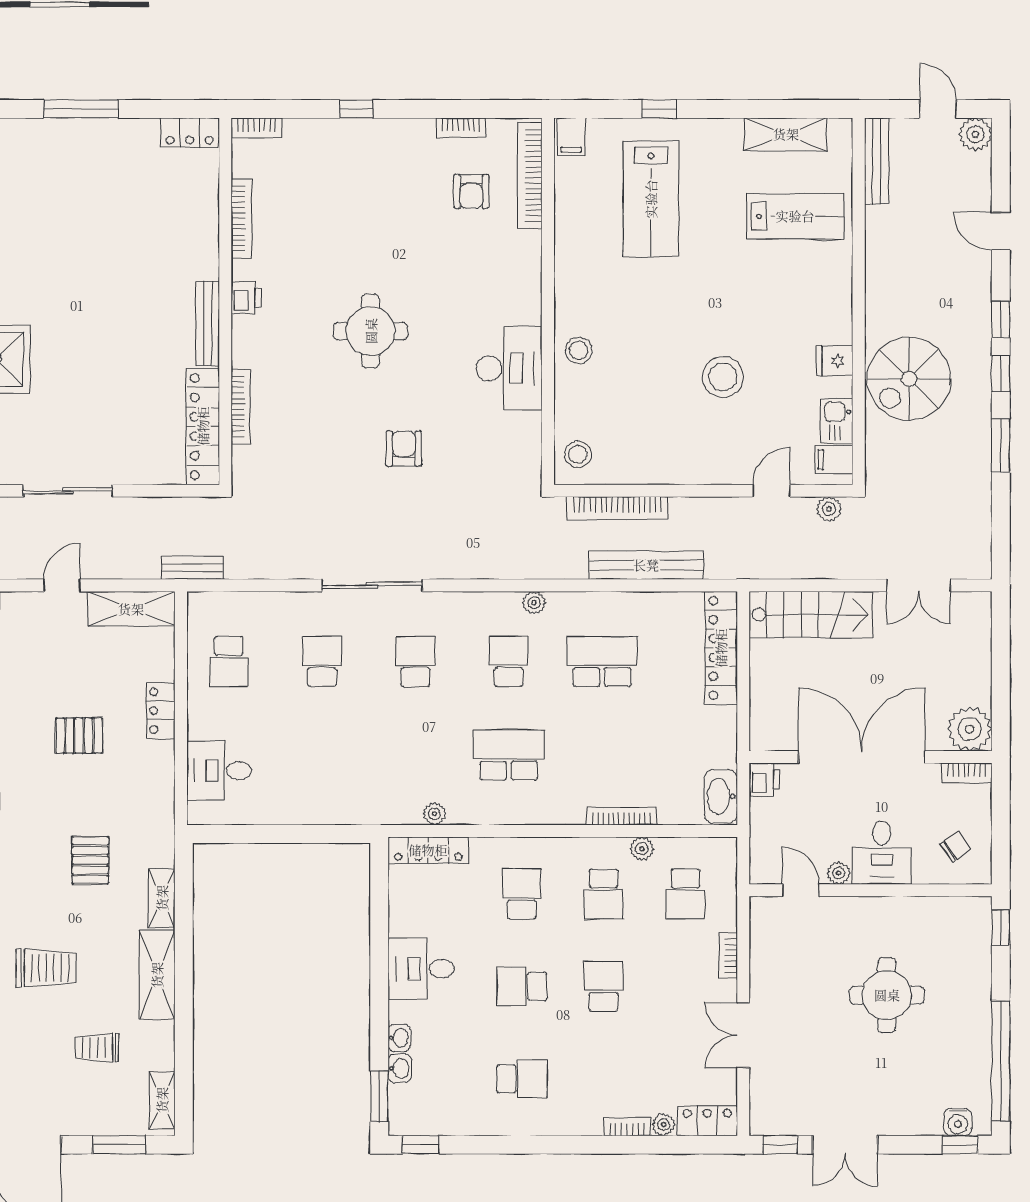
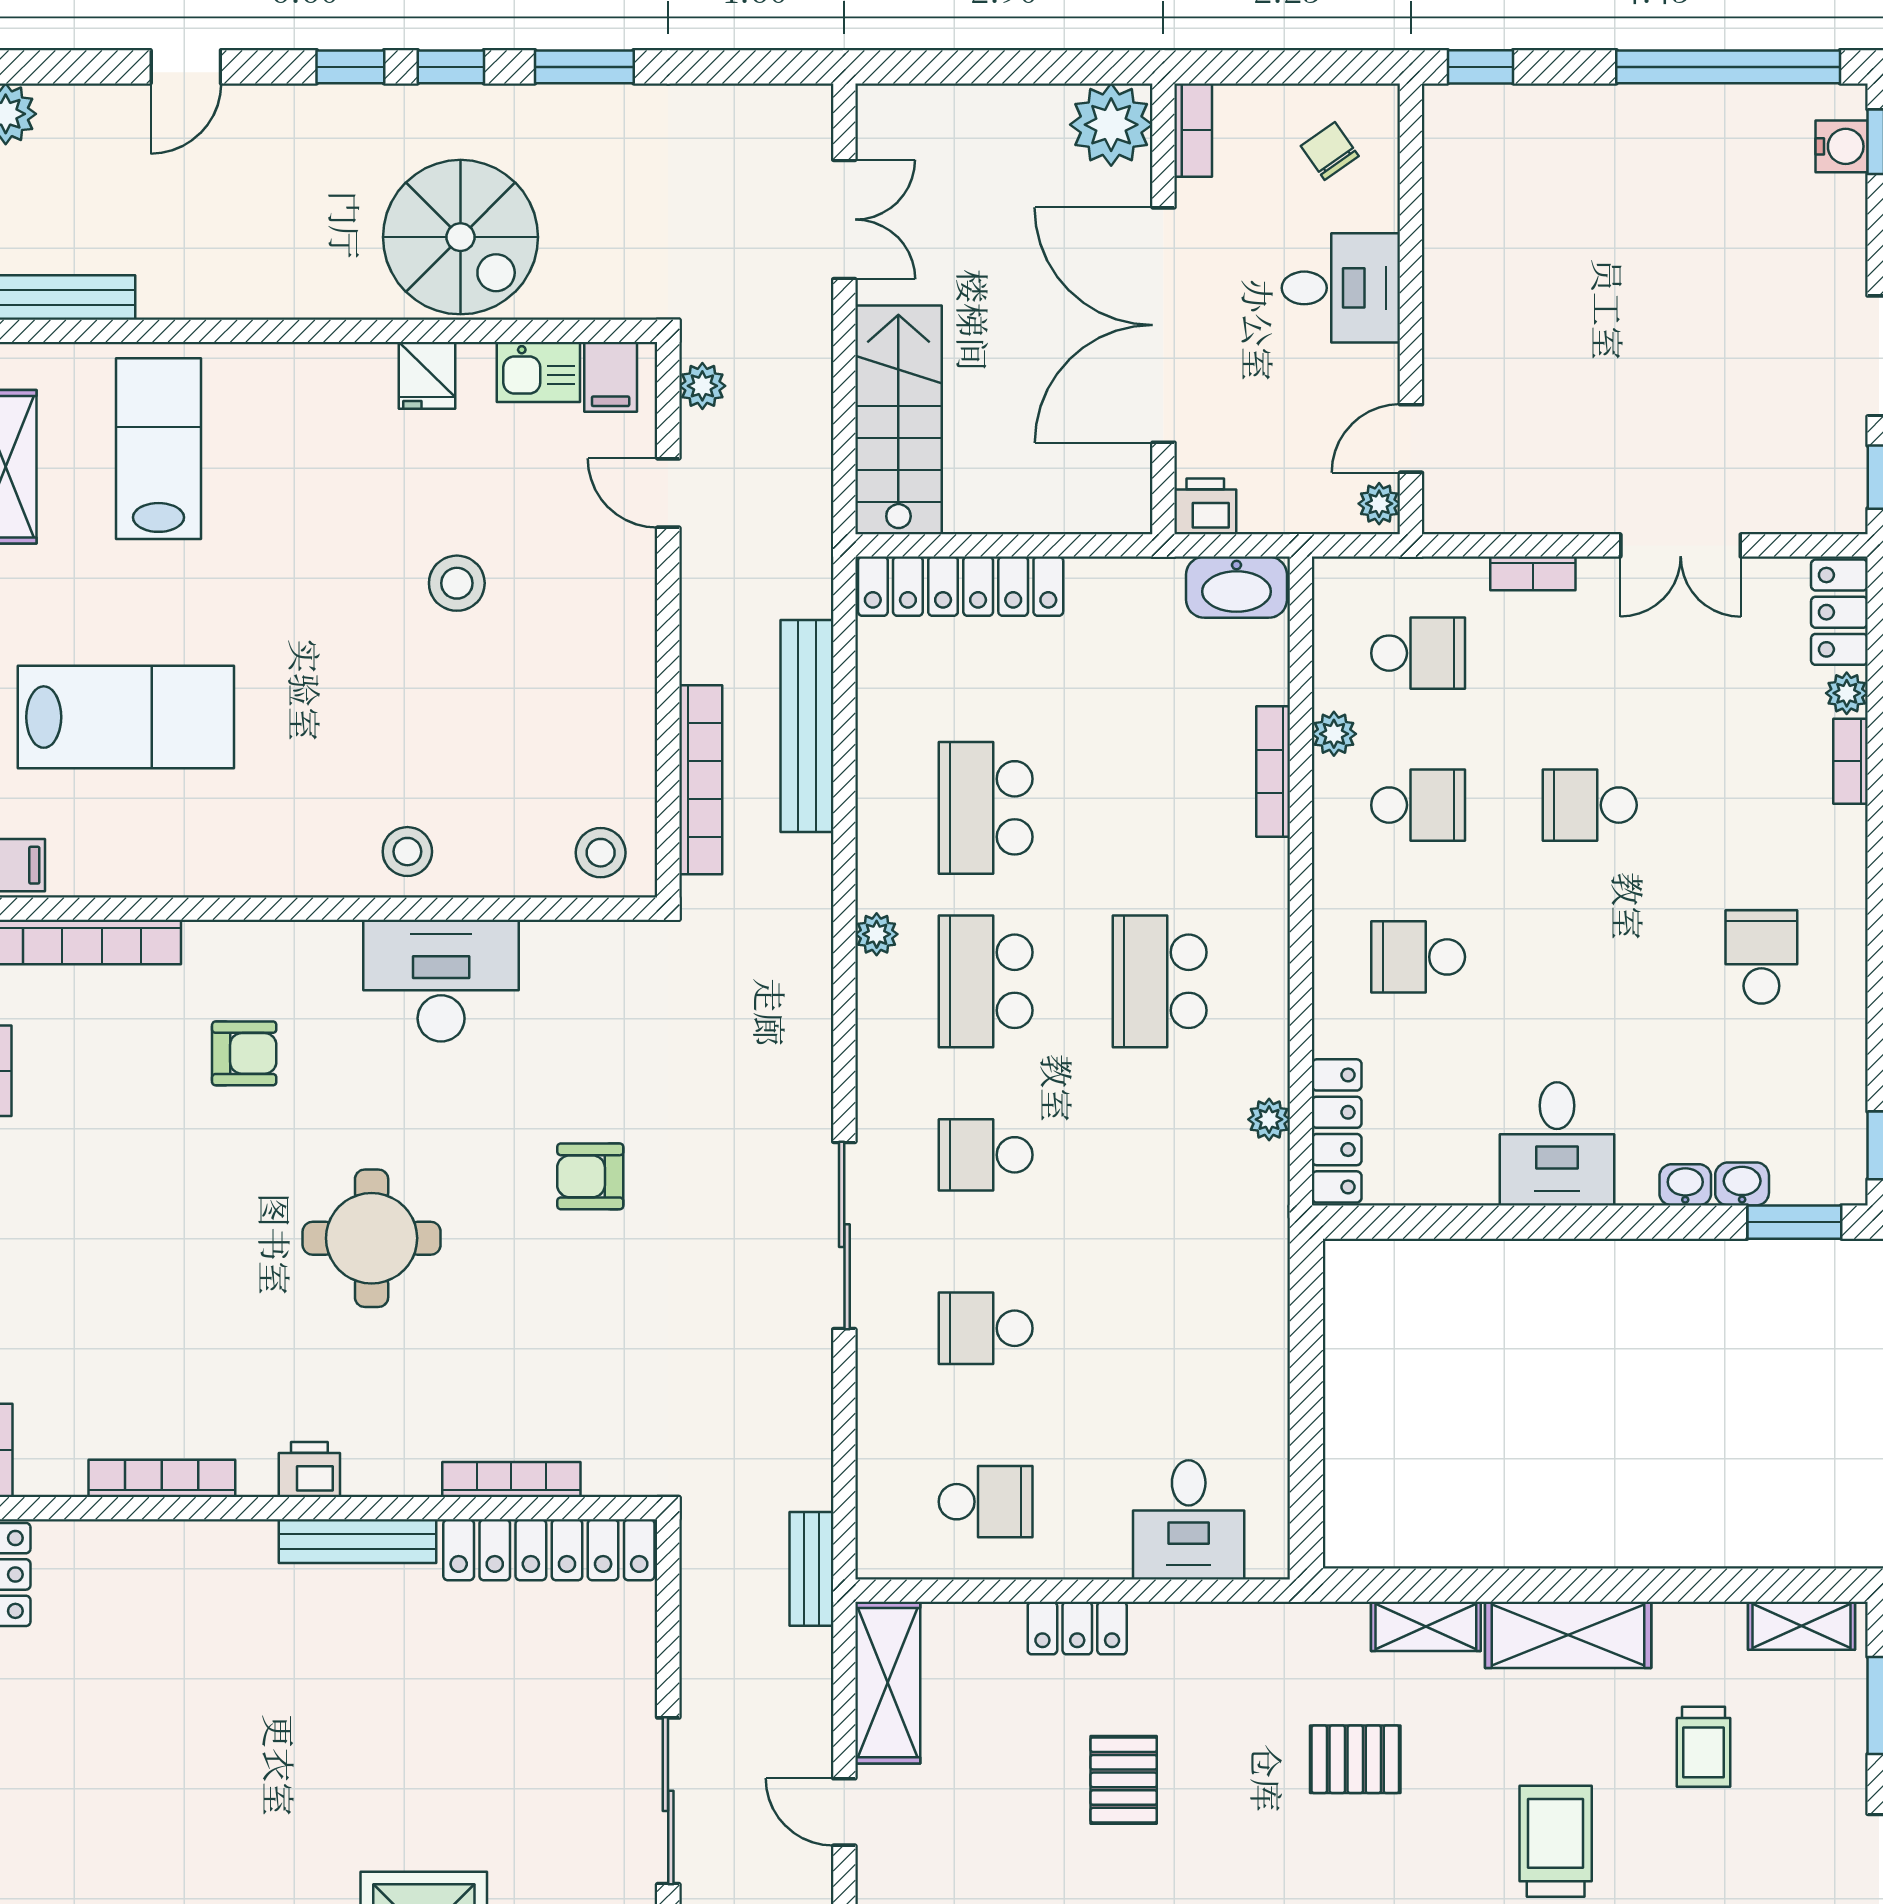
armchair: (471, 191) -> (244, 1053), moved
stool: (723, 377) -> (457, 583), width x0.73, depth x0.73
school desk: (509, 661) -> (986, 981), width x1.85
plant: (839, 873) -> (1379, 504), moved
school desk: (522, 986) -> (1590, 957), removed
round table: (887, 995) -> (1606, 279), removed

